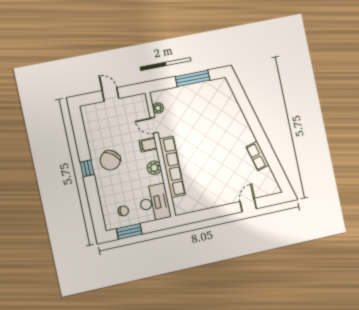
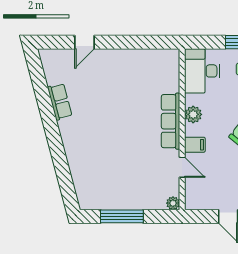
plant: (158, 108) -> (173, 203), moved
row of seats: (172, 167) -> (171, 121), width x0.73

